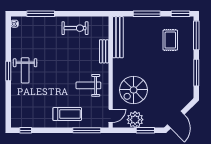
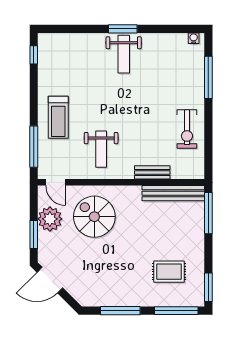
window: (147, 14) -> (208, 213), moved
weight bench: (25, 70) -> (124, 54), turned -90
weight bench: (88, 85) -> (101, 149), turned 180

